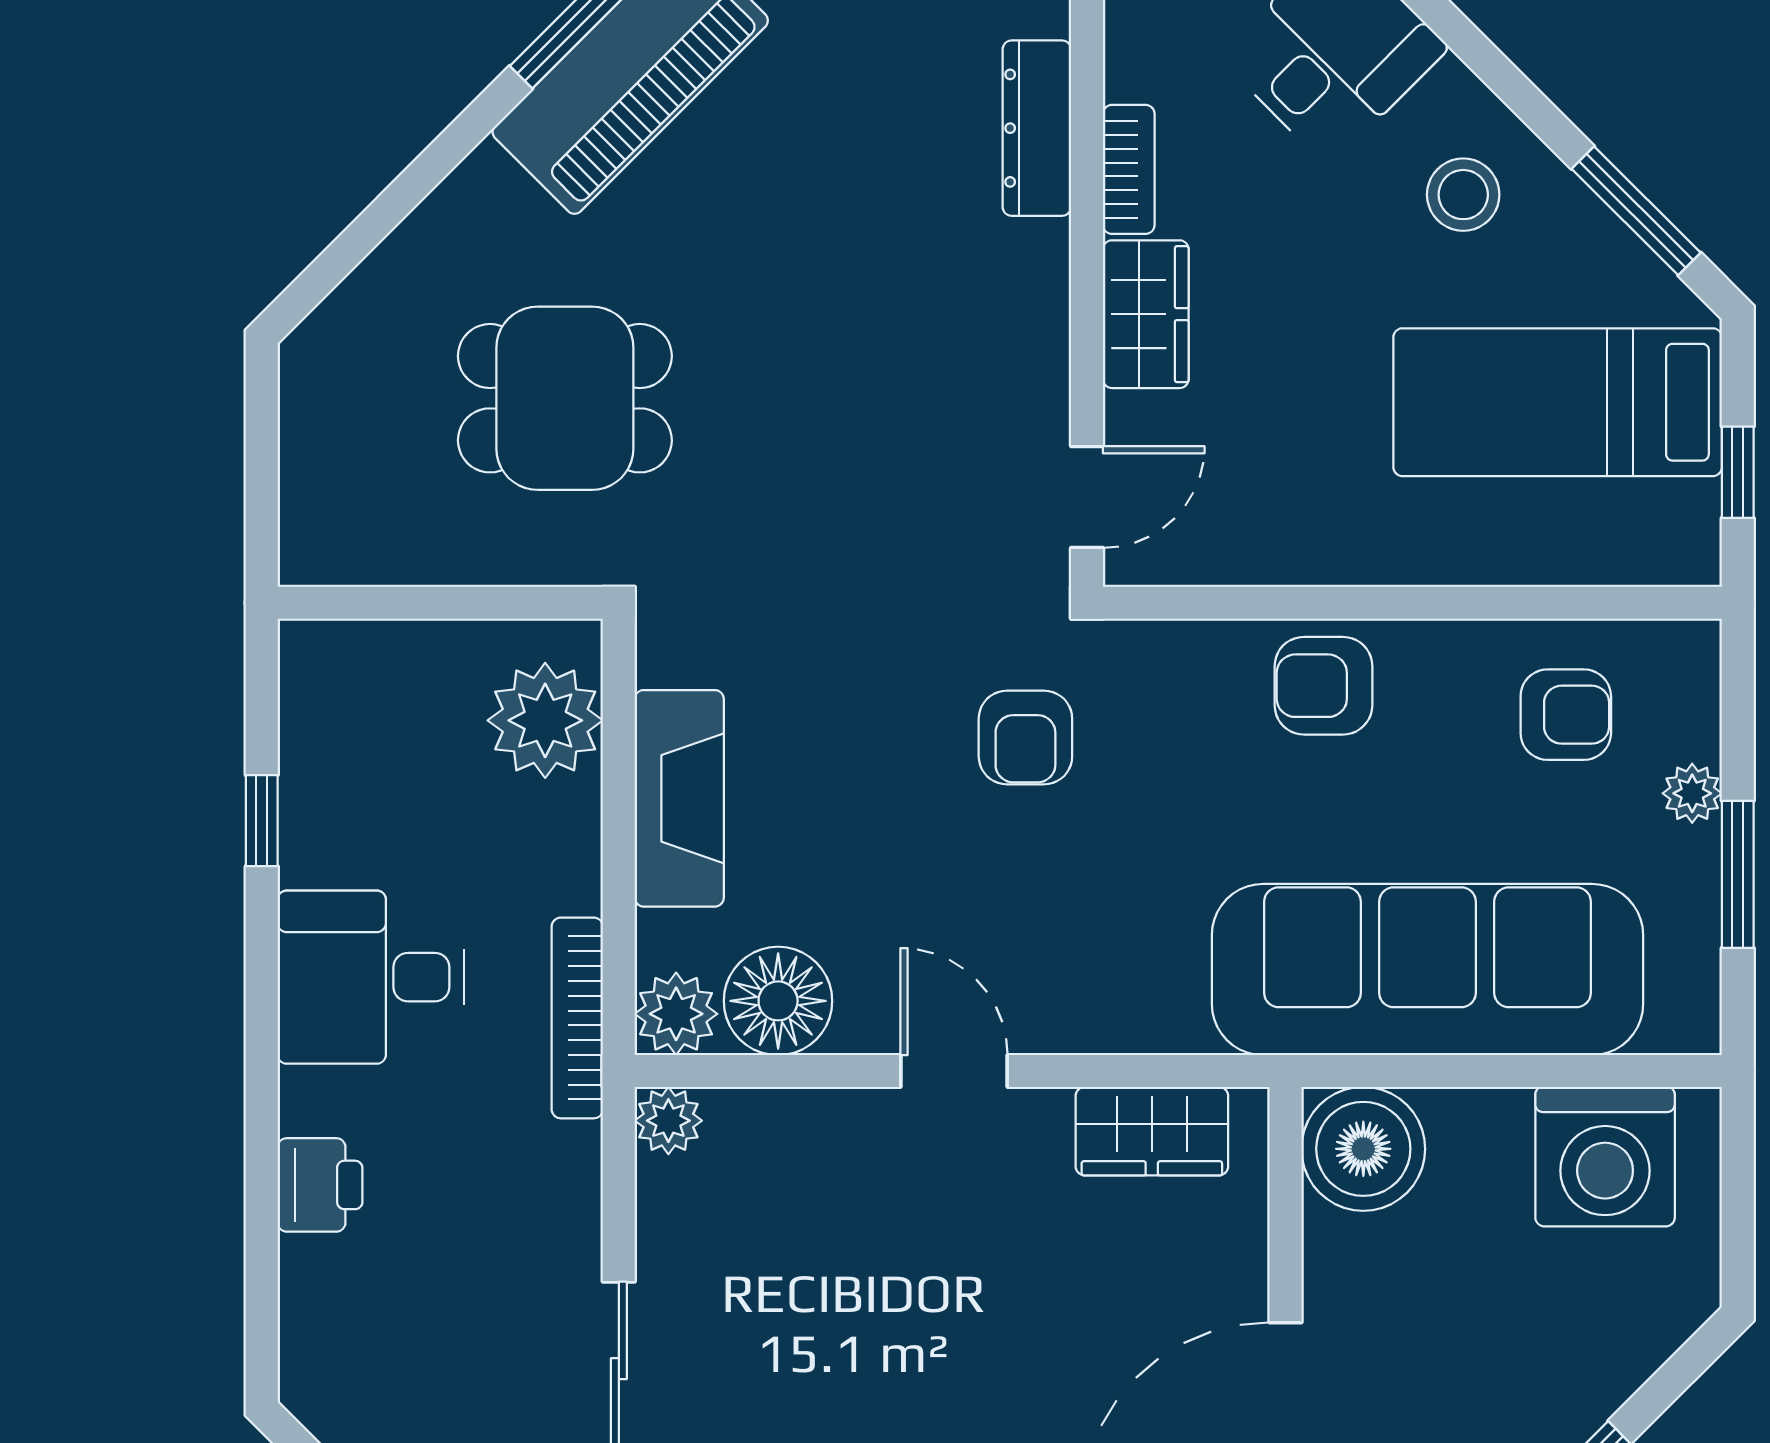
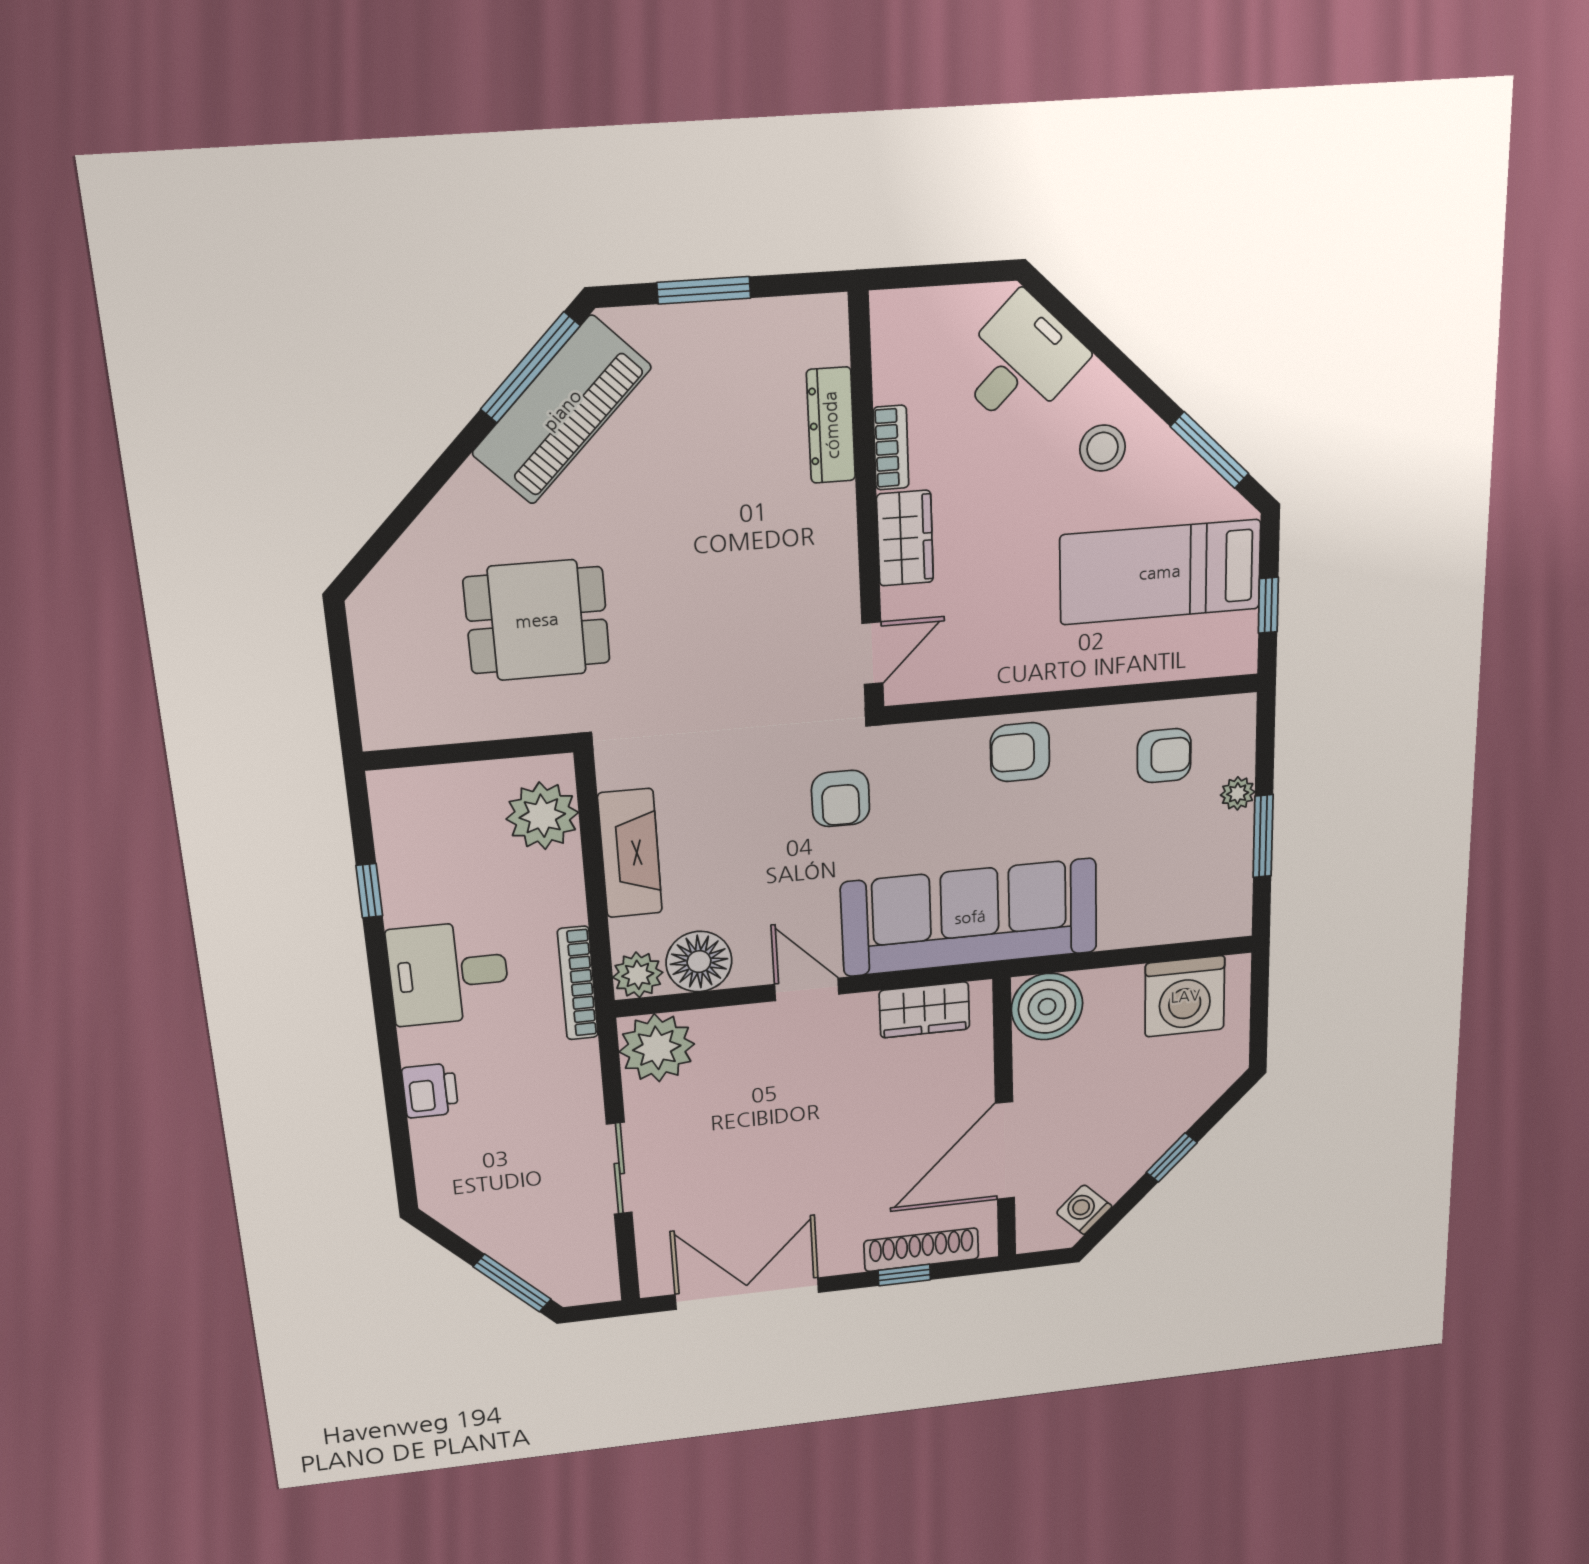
sofa: (1428, 970) -> (970, 917), moved
plant: (668, 1121) -> (657, 1048), width x1.88, depth x1.88

